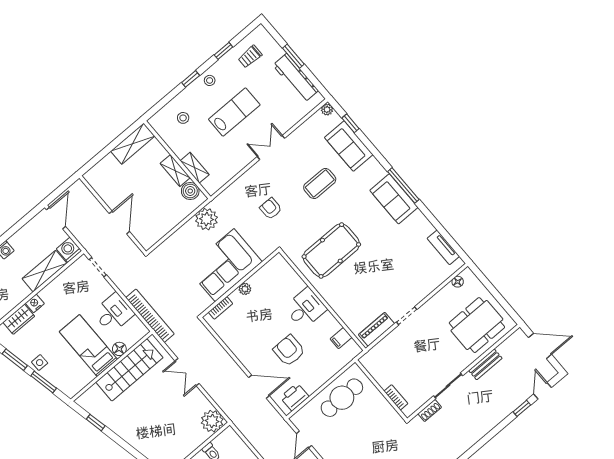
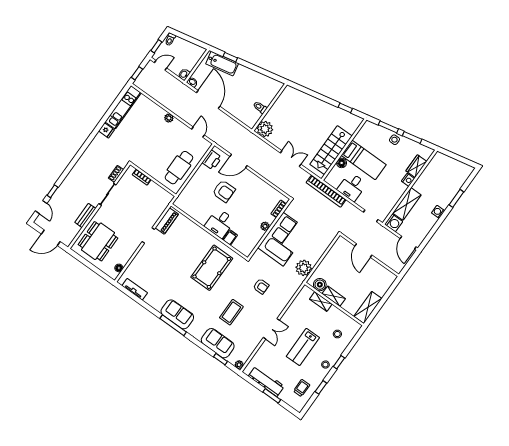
filing cabinet: (341, 338) -> (230, 237), moved

